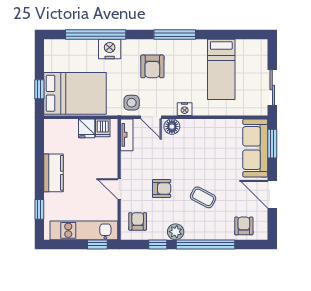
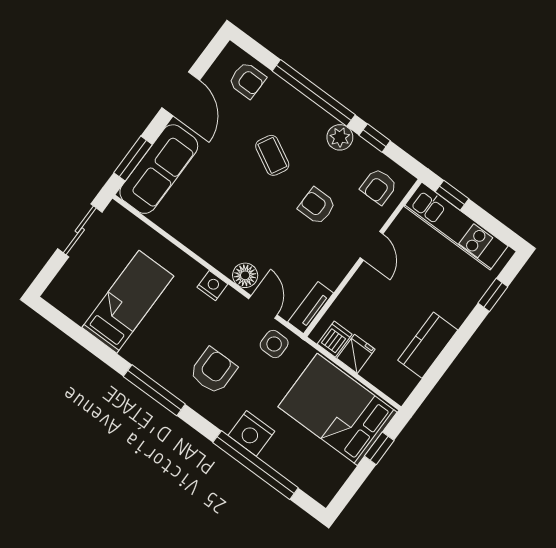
kitchen counter: (53, 173) -> (428, 345), moved
armchair: (244, 226) -> (247, 80), turned -90

